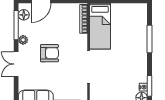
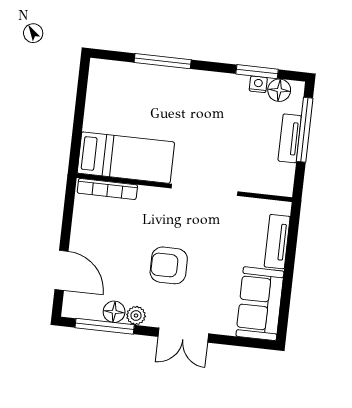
floor lamp: (24, 15) -> (114, 312), moved
armchair: (49, 53) -> (169, 265), turned -90

